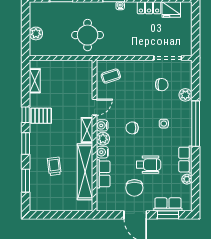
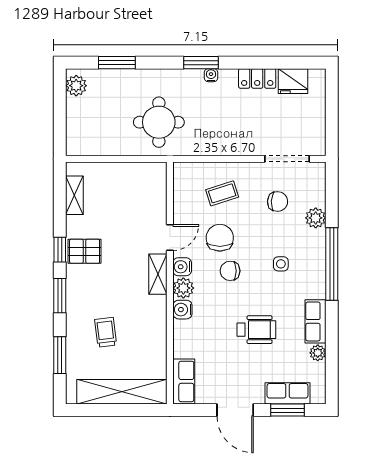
plant: (36, 33) -> (76, 86), moved
coffee table: (111, 76) -> (222, 193), moved
shelving: (85, 172) -> (122, 392), moved, turned 90
row of seats: (103, 174) -> (184, 381), moved
chair: (134, 188) -> (220, 238), moved, turned 180

